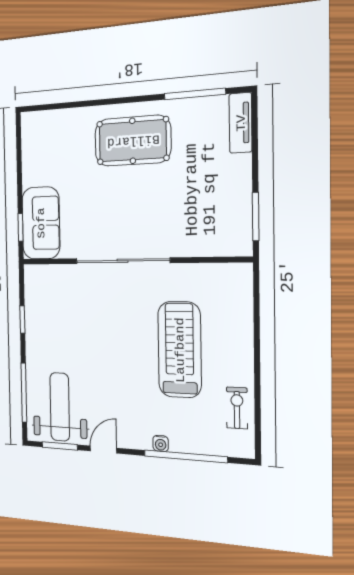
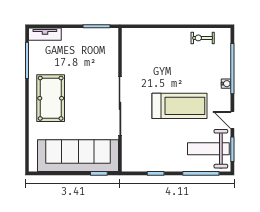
sofa: (41, 223) -> (78, 156), width x1.85, depth x1.27
treadmill: (180, 350) -> (179, 106), moved, turned 180

